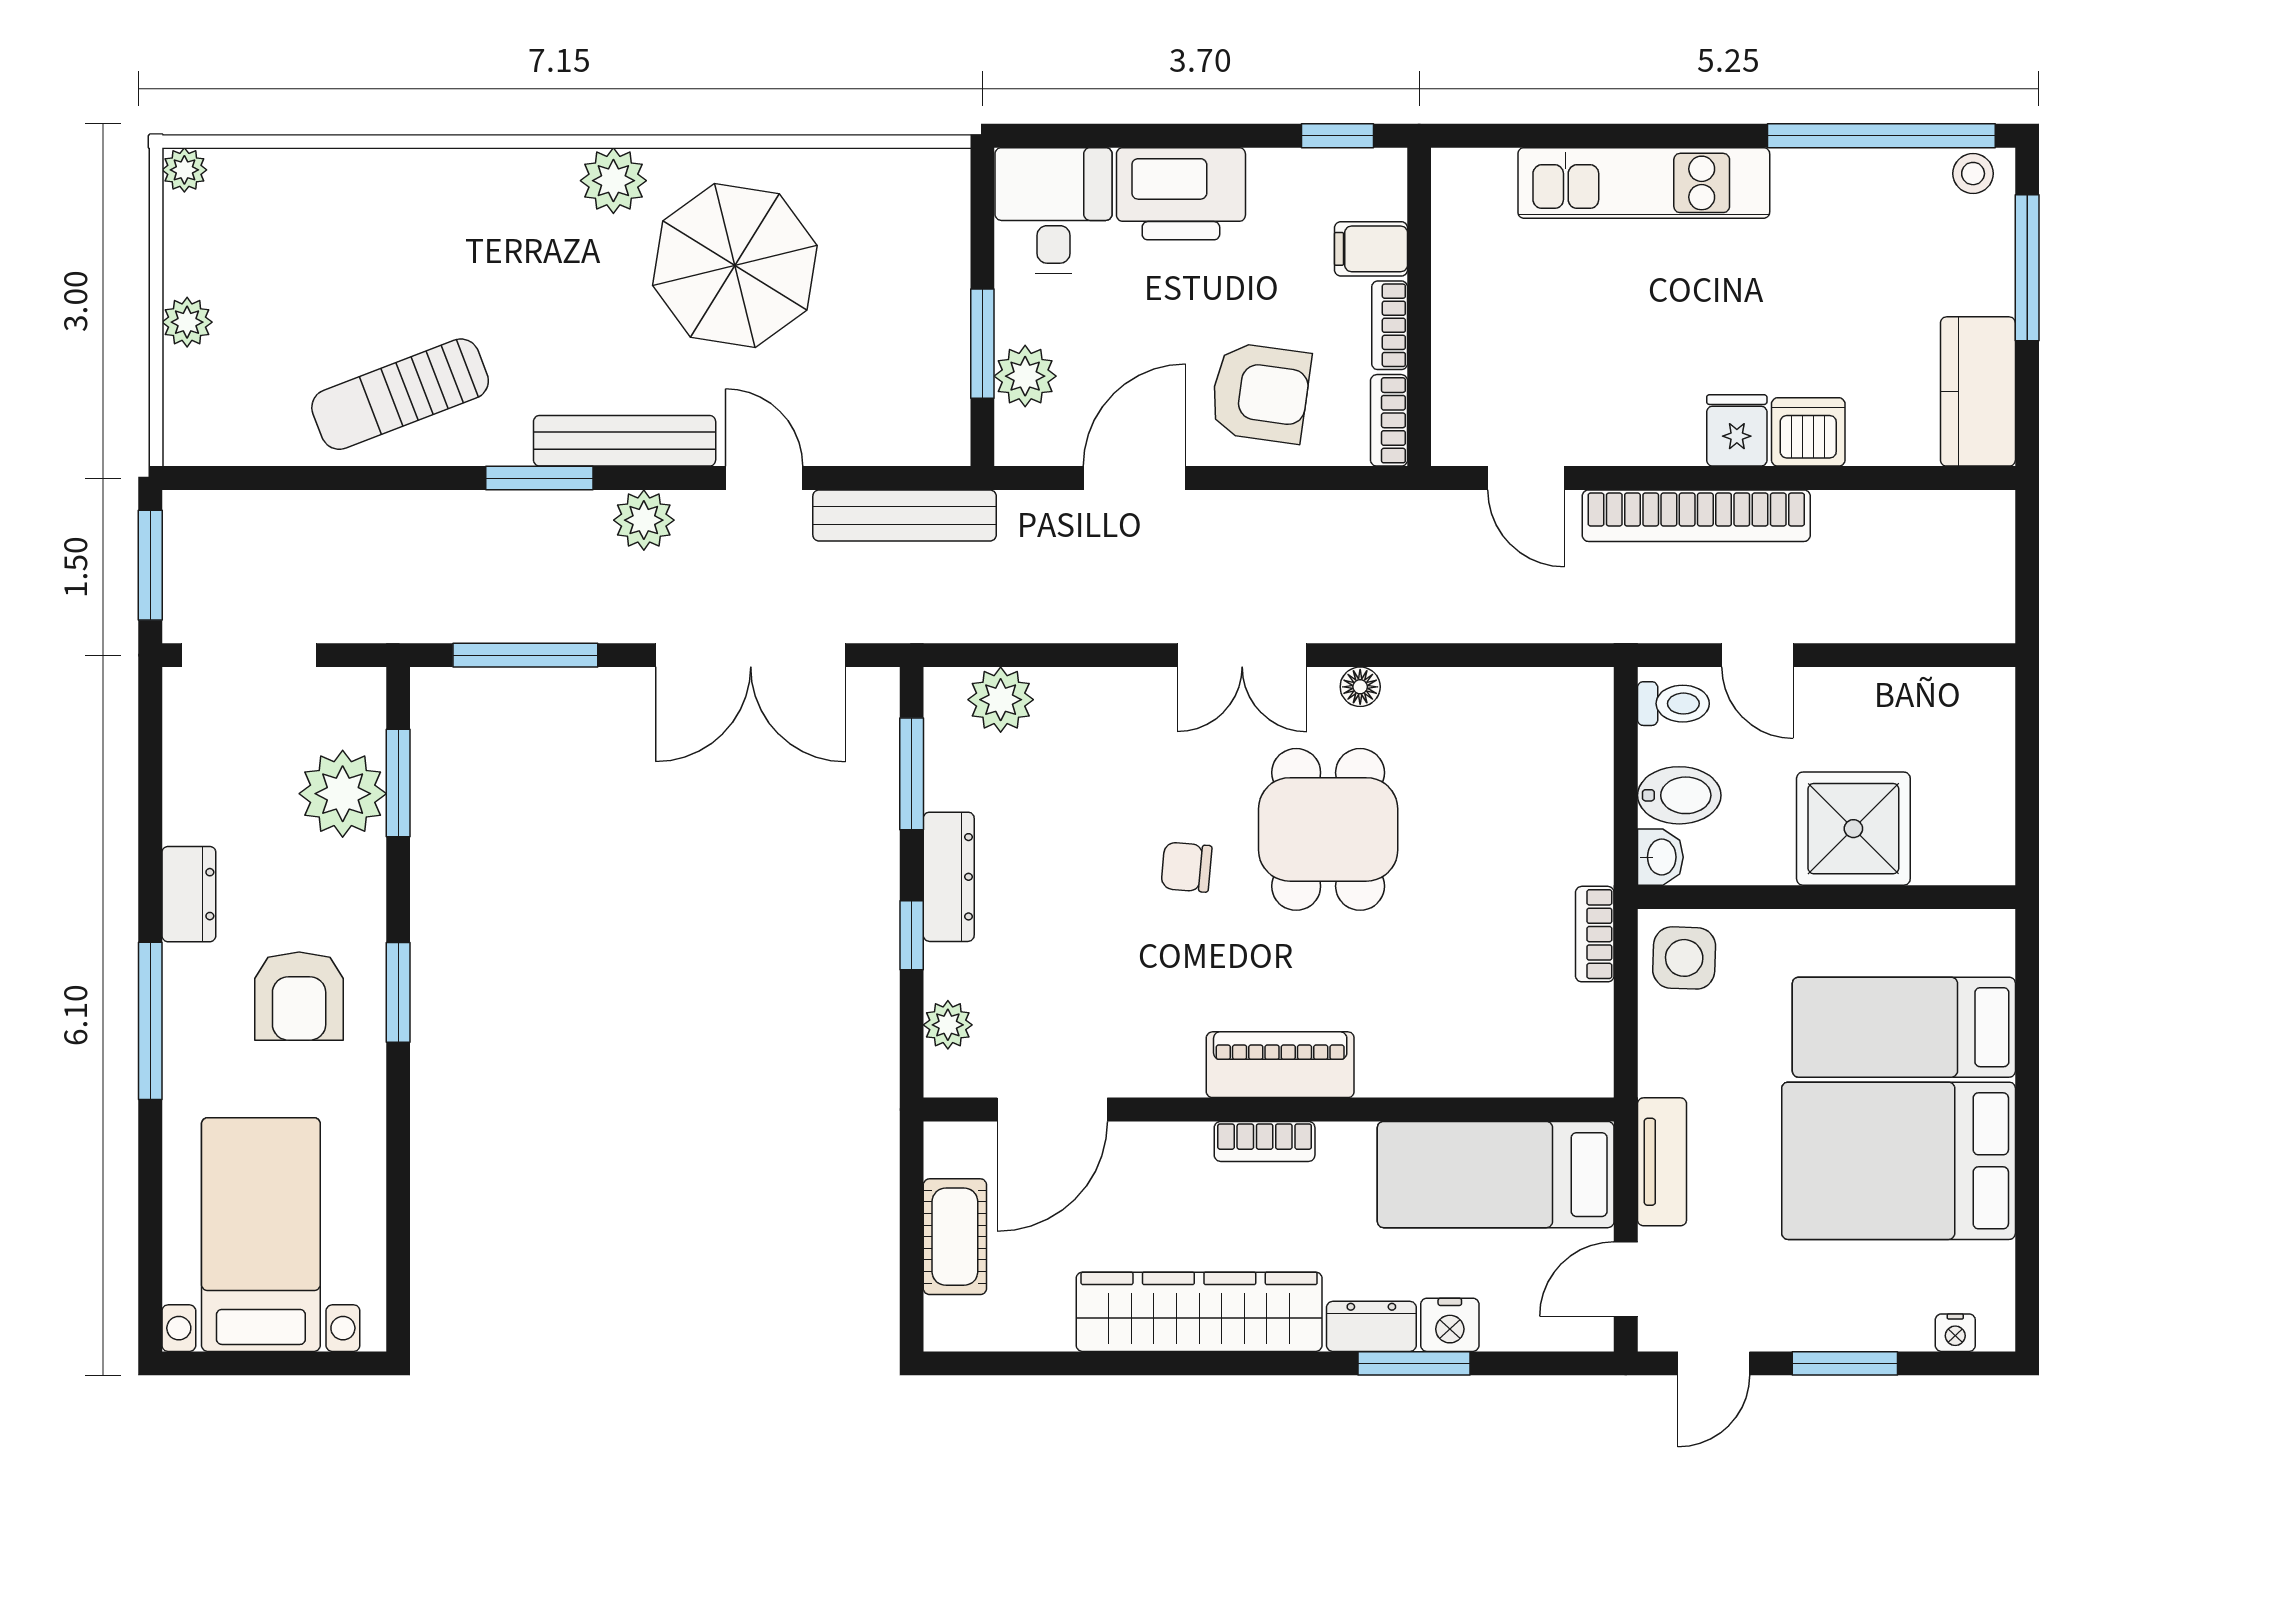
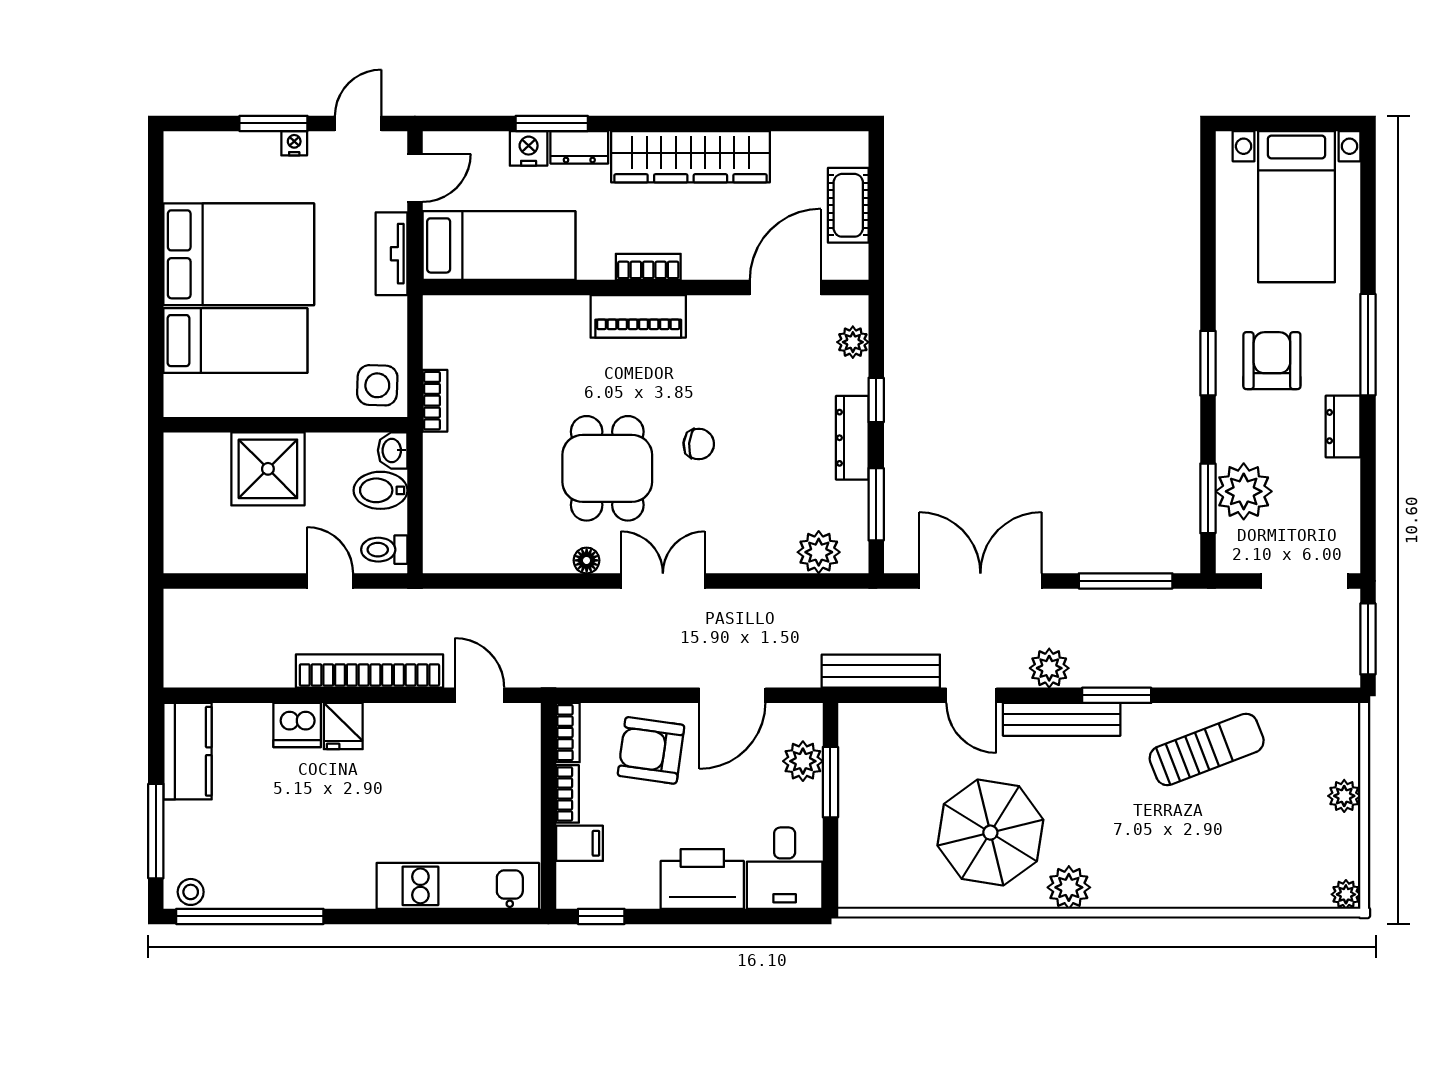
kitchen unit: (1644, 183) -> (458, 886), moved
nightstand: (1955, 1333) -> (294, 143), moved

